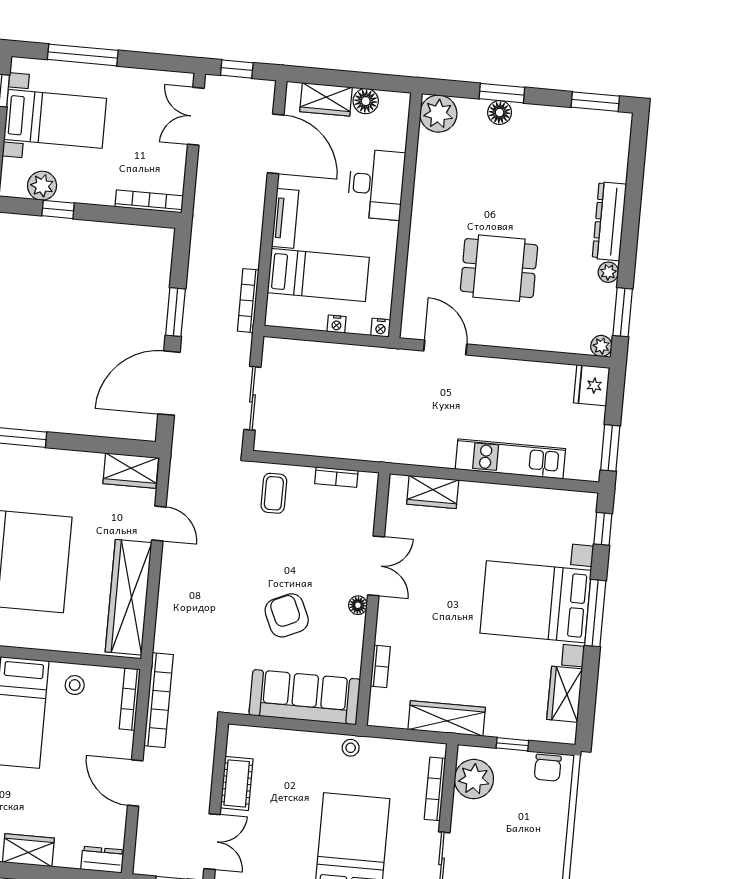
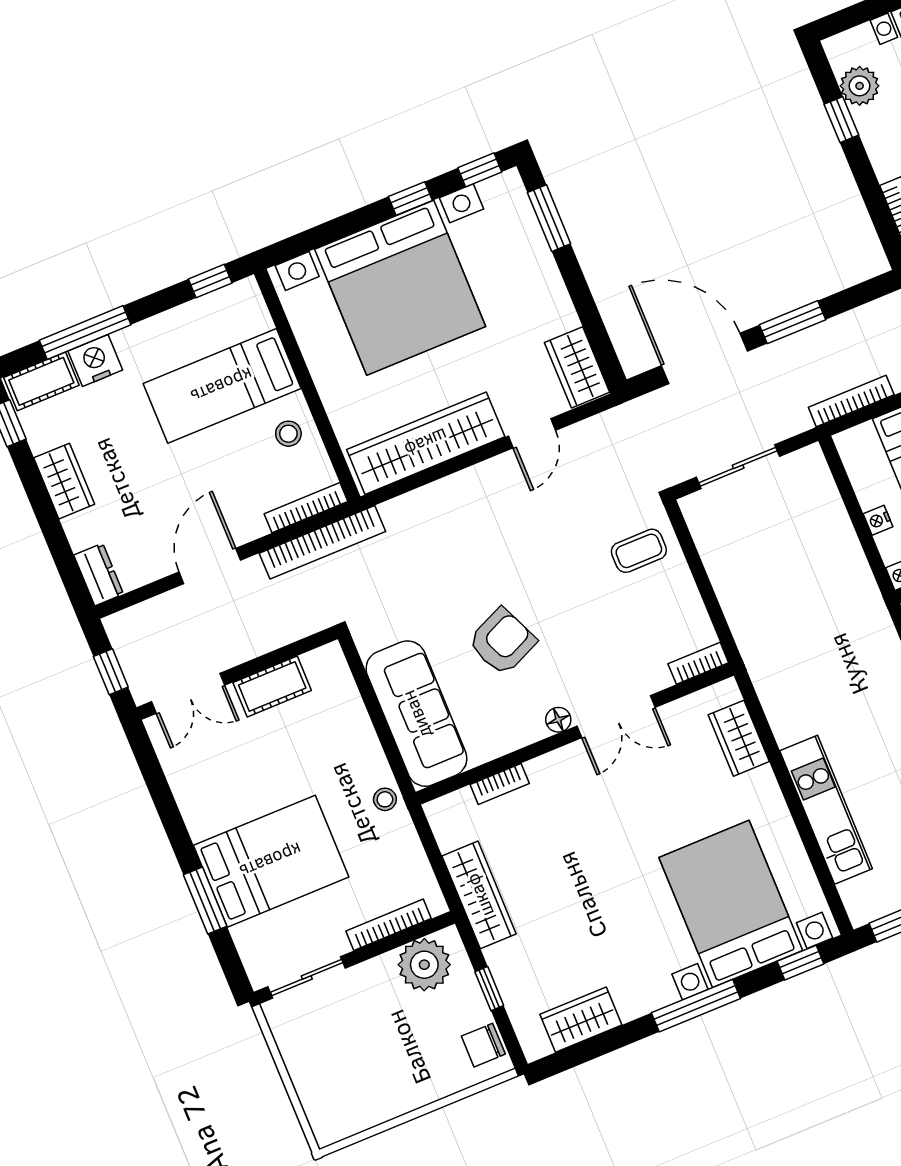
bookcase: (336, 477) -> (698, 663), moved, turned 90
bed with nightstands: (536, 602) -> (731, 904), moved

